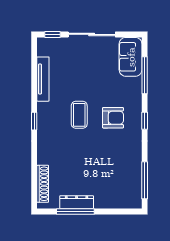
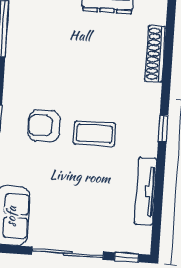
coffee table: (79, 115) -> (95, 134), turned 90
shoe rack: (43, 184) -> (155, 54), moved

